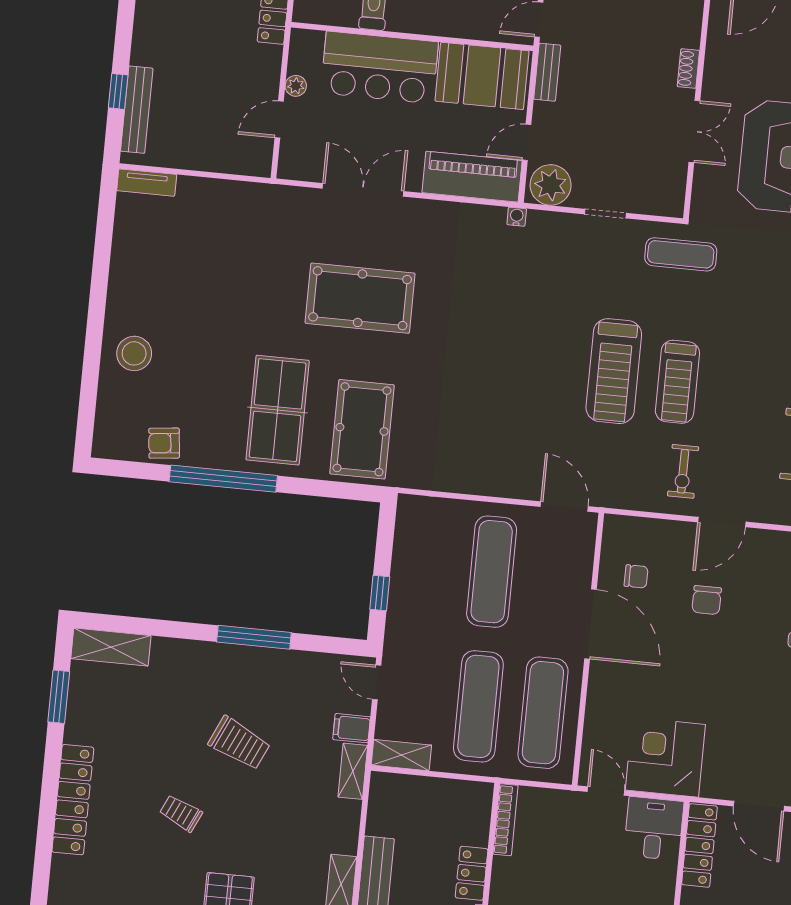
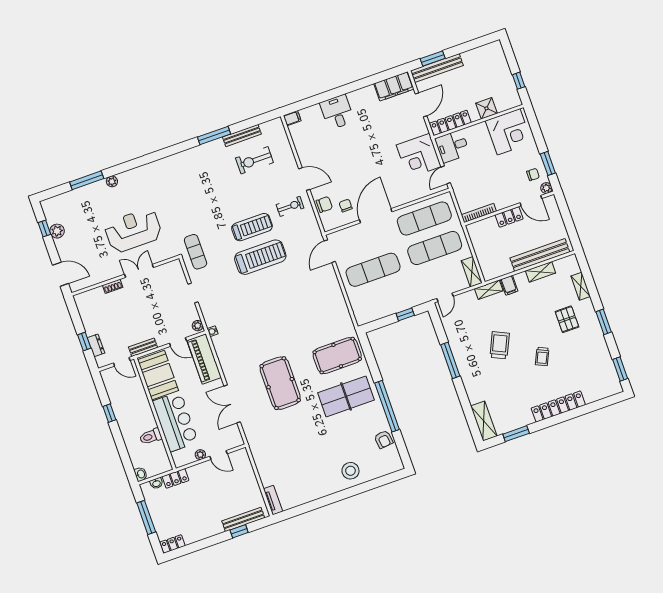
plant: (551, 185) -> (198, 326), width x0.53, depth x0.53
chair: (707, 600) -> (324, 204), moved
filing cabinet: (352, 728) -> (509, 285), moved

